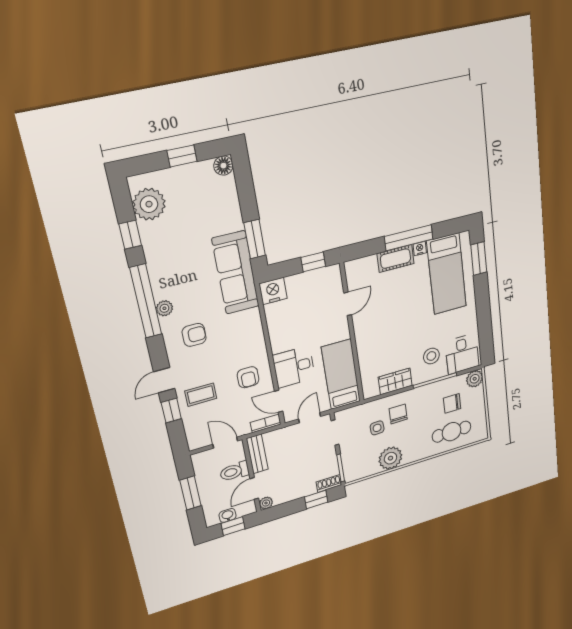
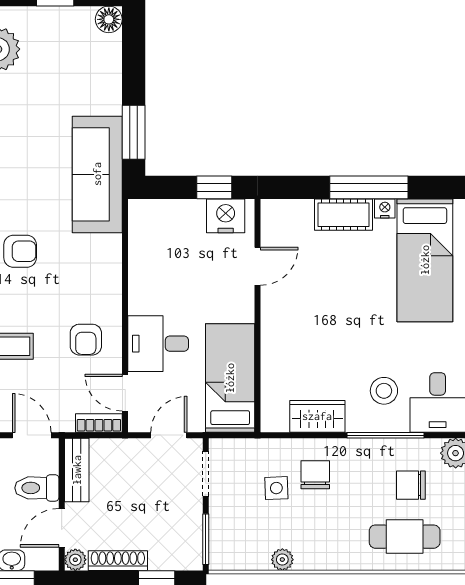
nightstand: (273, 291) -> (226, 216), moved
plant: (390, 458) -> (282, 560), width x0.53, depth x0.53
shoe rack: (329, 483) -> (118, 561), moved, width x1.43

